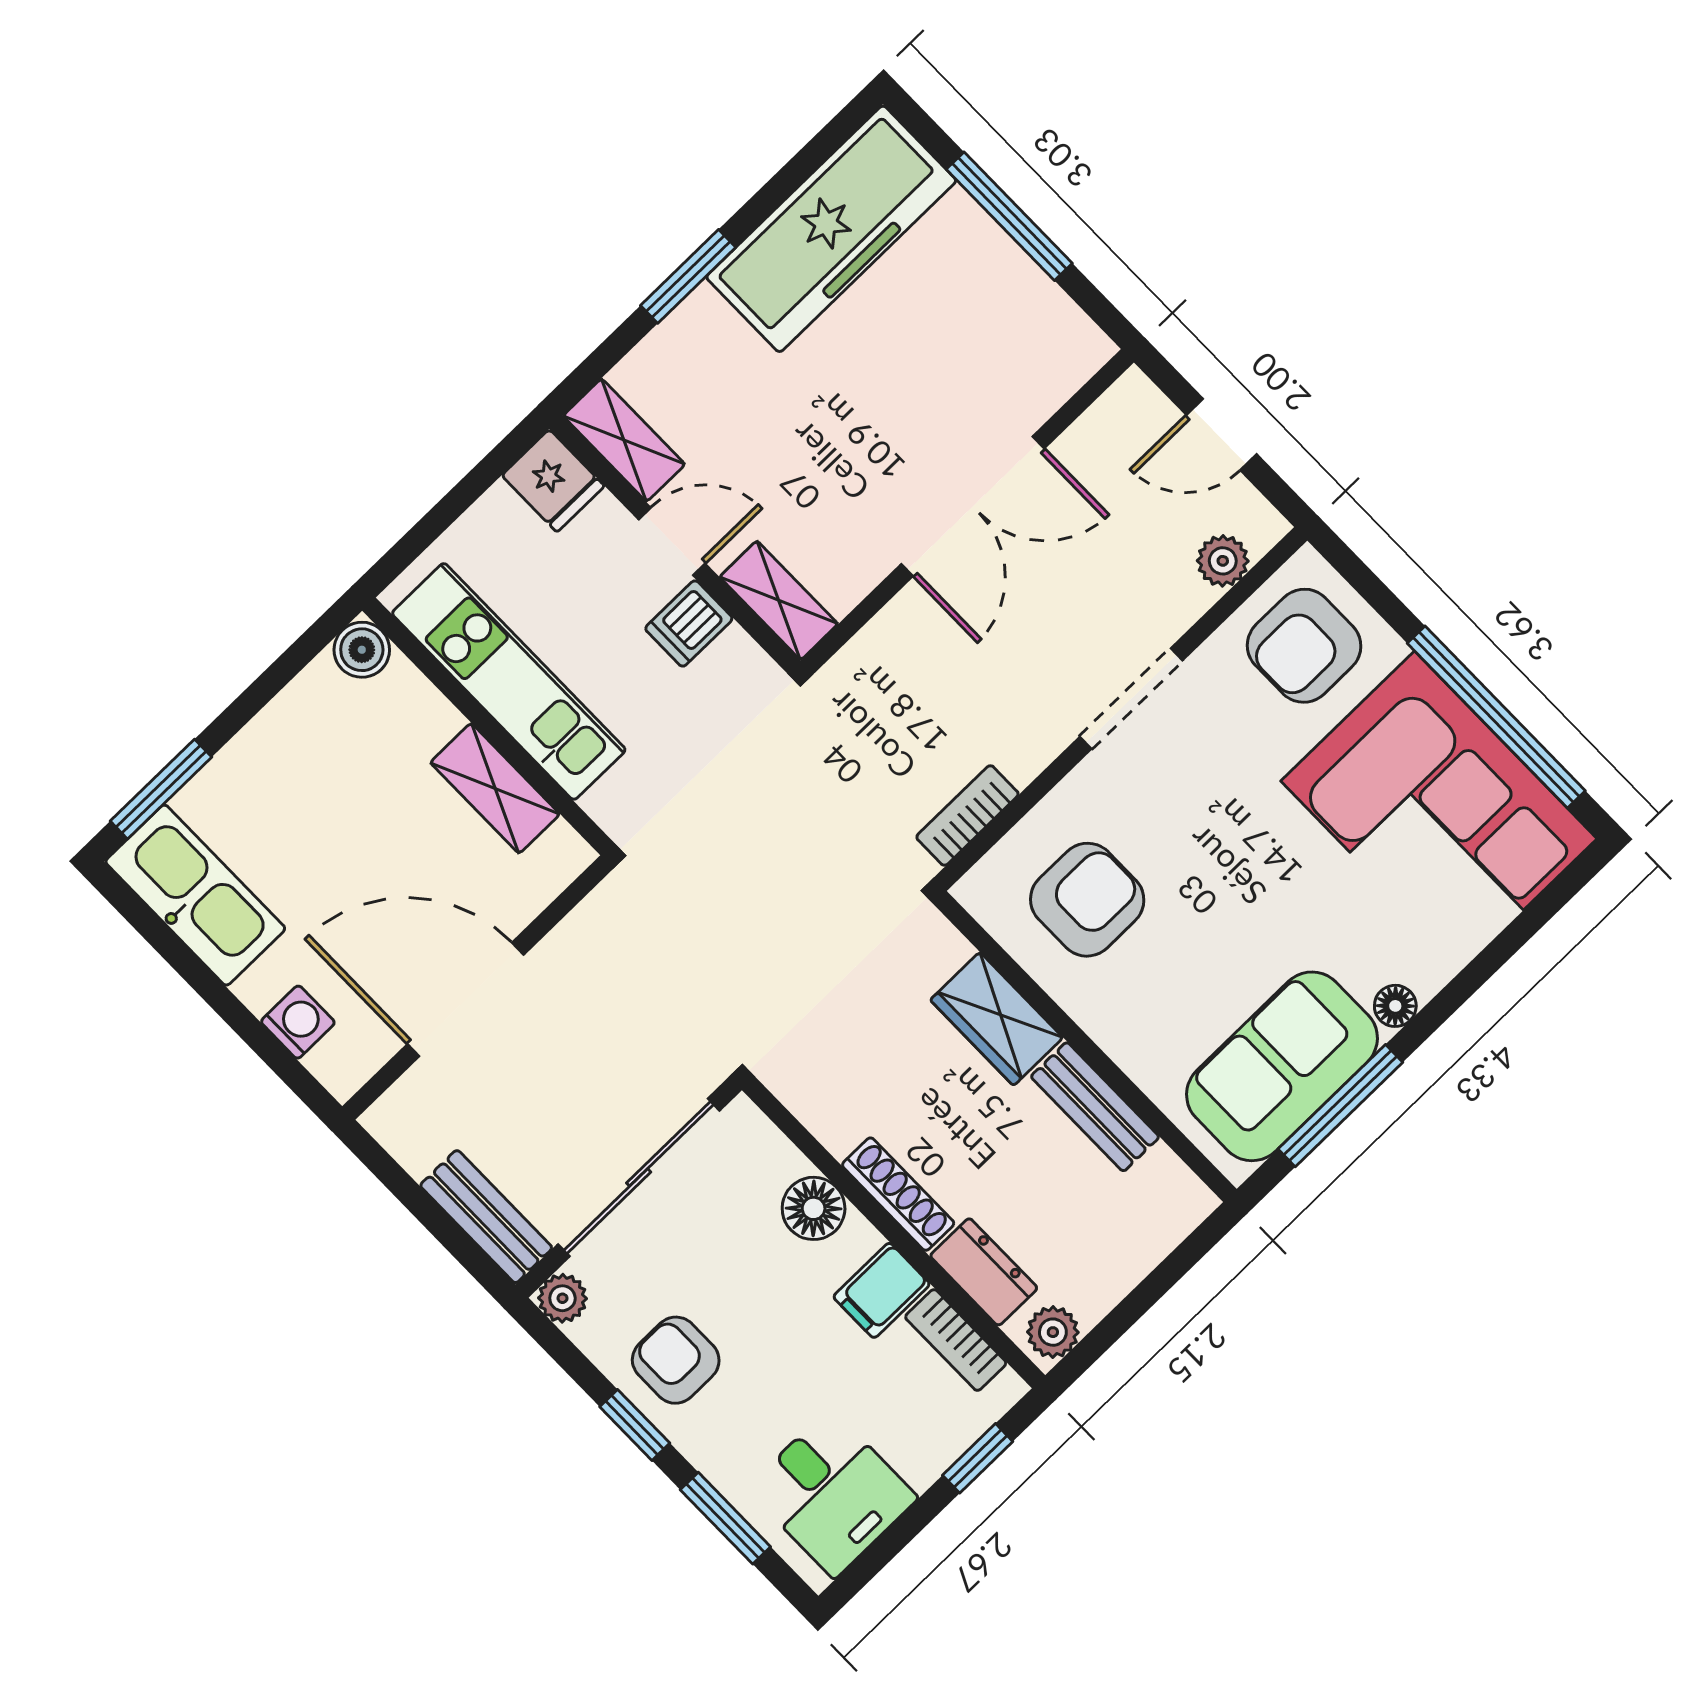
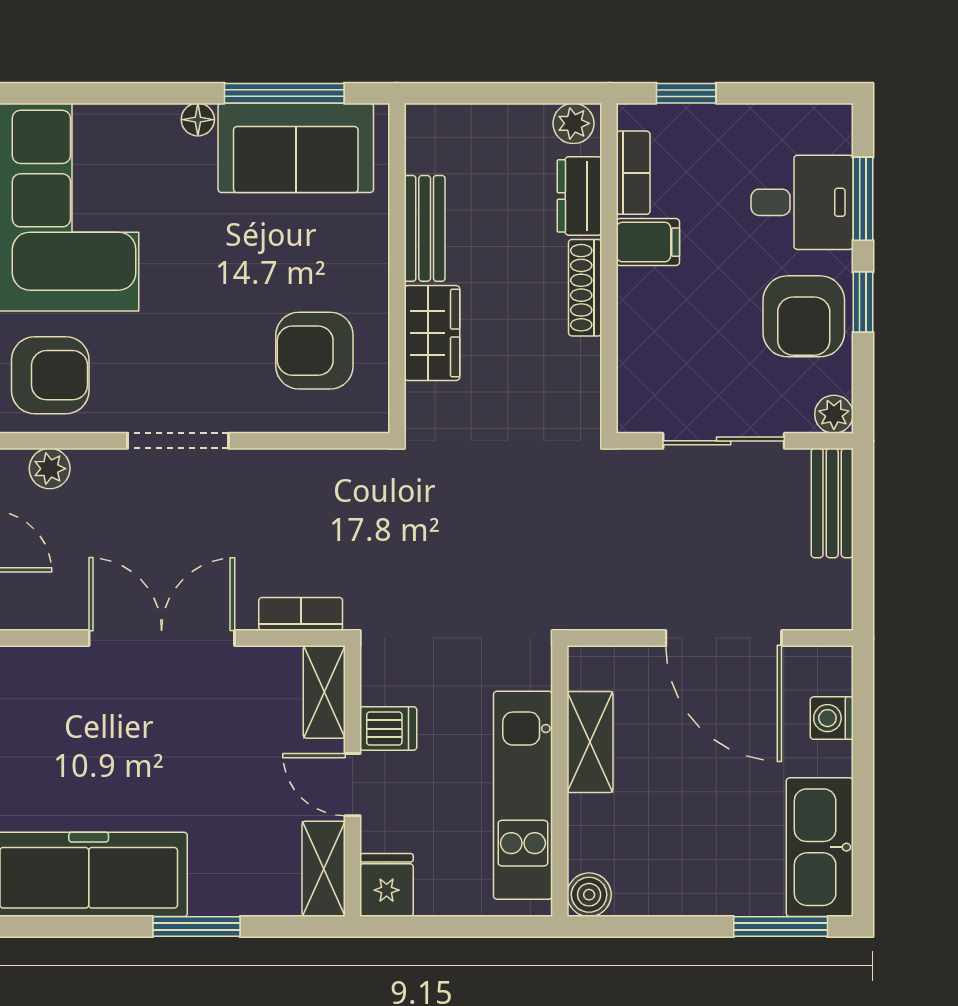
bookcase: (967, 815) -> (301, 614), moved, turned 180
sliding door: (639, 1177) -> (724, 441), width x0.73
floor lamp: (814, 1208) -> (641, 326), removed
armchair: (676, 1360) -> (804, 316), width x1.38, depth x1.38
desk: (832, 1493) -> (802, 202), moved, turned 90

